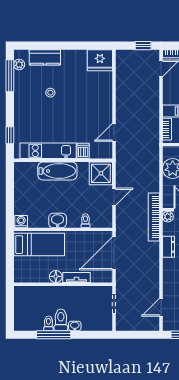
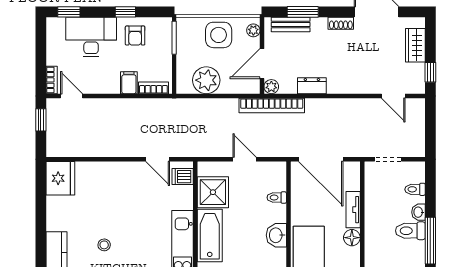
dishwasher: (83, 151) -> (183, 177), moved
shower: (101, 173) -> (213, 192), moved
toilet: (49, 323) -> (415, 189), moved

